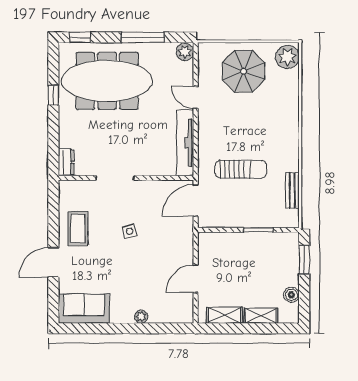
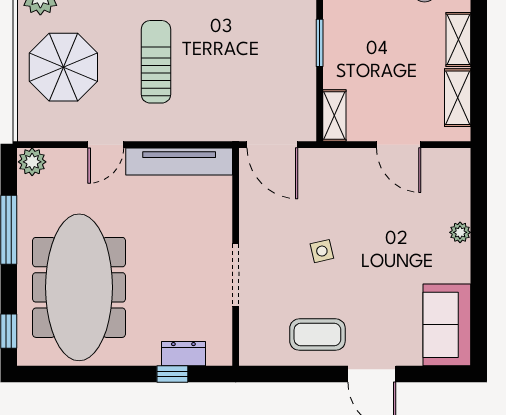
window: (53, 95) -> (172, 374), moved
dresser: (66, 162) -> (183, 354), moved
sun lounger: (241, 169) -> (156, 62), moved
shelving: (214, 239) -> (334, 115), added

